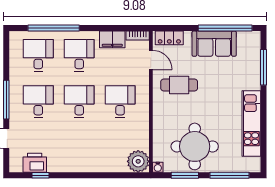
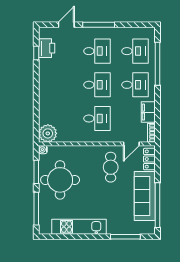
sofa: (214, 44) -> (145, 196), width x1.36

